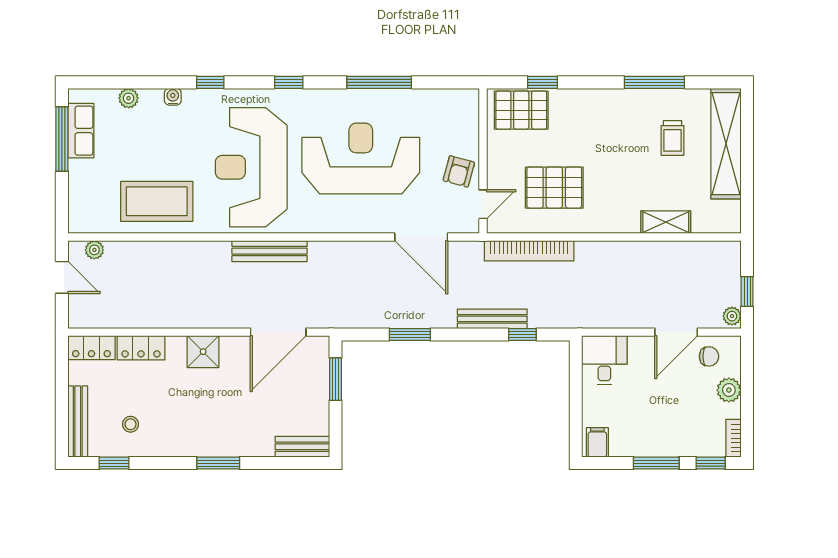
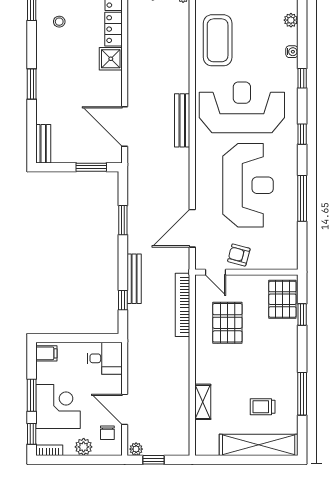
shower: (203, 352) -> (111, 59), moved
corner desk: (672, 426) -> (58, 406), added

